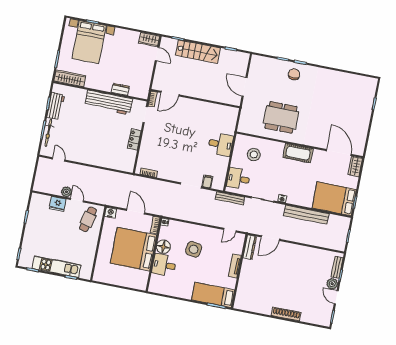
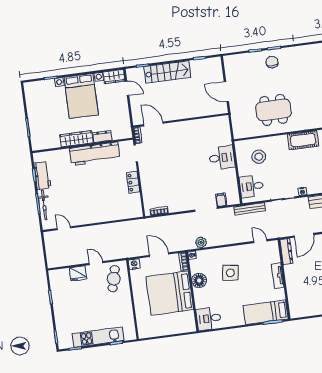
bed with nightstands: (89, 42) -> (81, 96), moved
wardrobe: (70, 78) -> (76, 139), moved
door: (170, 94) -> (153, 124), swing flipped
plant: (66, 192) -> (201, 242), moved
door: (230, 230) -> (260, 241), swing flipped
desk: (164, 265) -> (209, 319), moved

